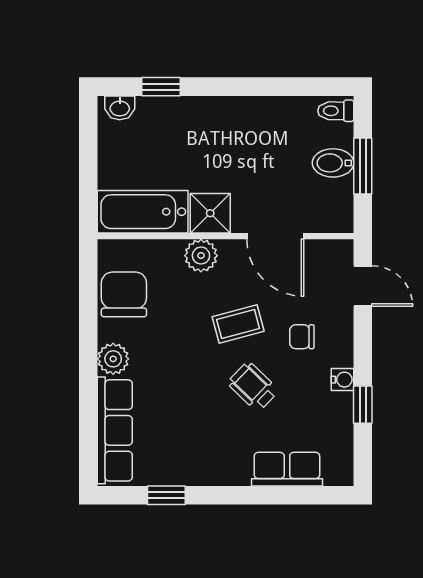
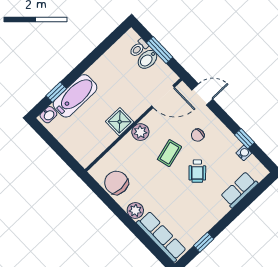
toilet: (336, 111) -> (139, 48), moved
bathtub: (143, 212) -> (75, 96), moved, turned 180
door: (275, 236) -> (163, 97), moved
plant: (201, 256) -> (140, 132), moved
water cooler: (343, 380) -> (244, 153), moved
wheelchair: (253, 387) -> (197, 171), turned -90

